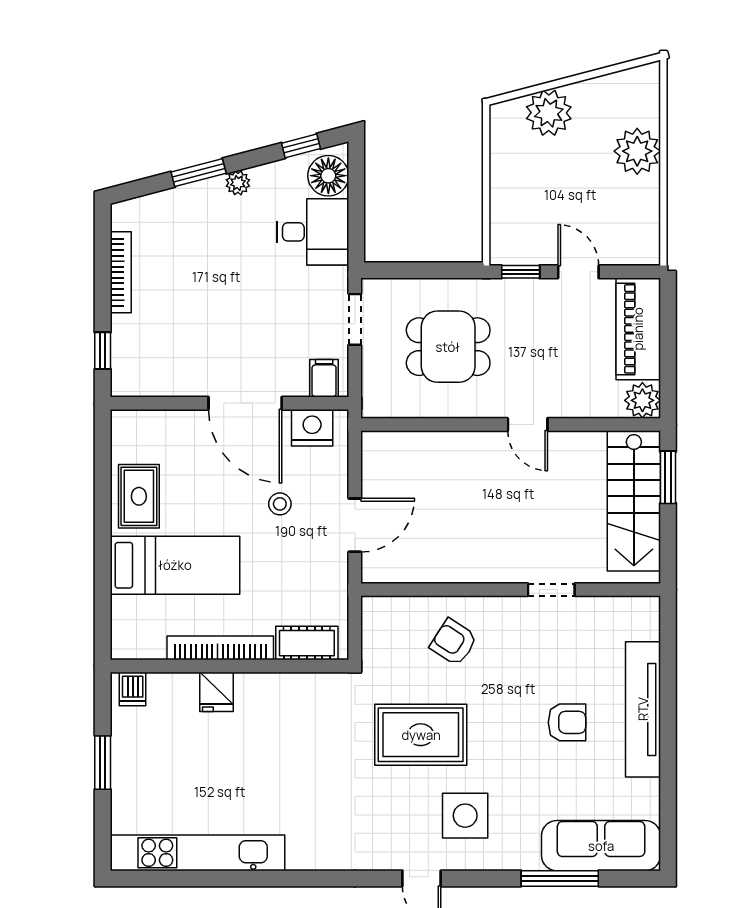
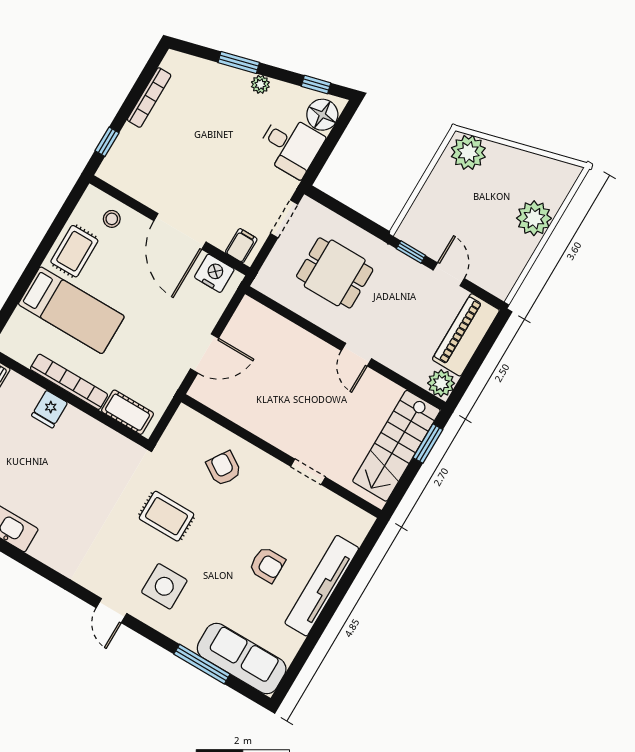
plant: (549, 113) -> (468, 152), moved
stool: (280, 504) -> (112, 219), moved
rug: (421, 735) -> (166, 516), width x0.73, depth x0.70

